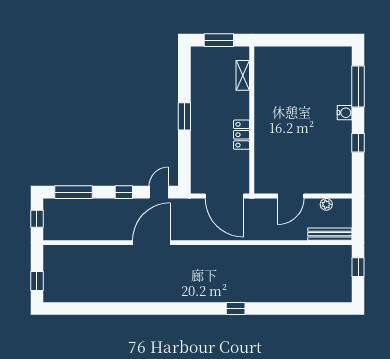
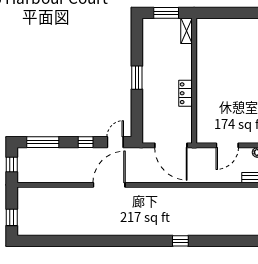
shelving: (243, 75) -> (186, 31), moved

